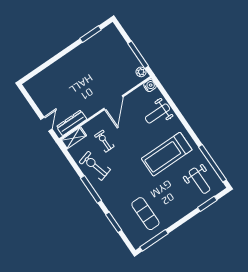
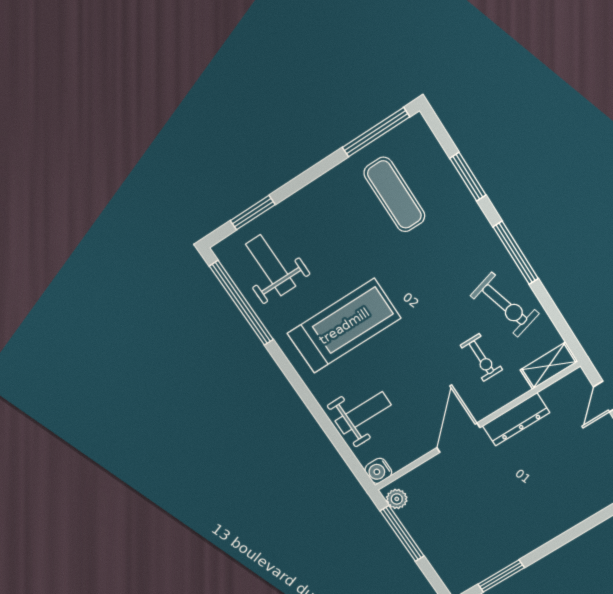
dresser: (72, 123) -> (516, 419), moved

